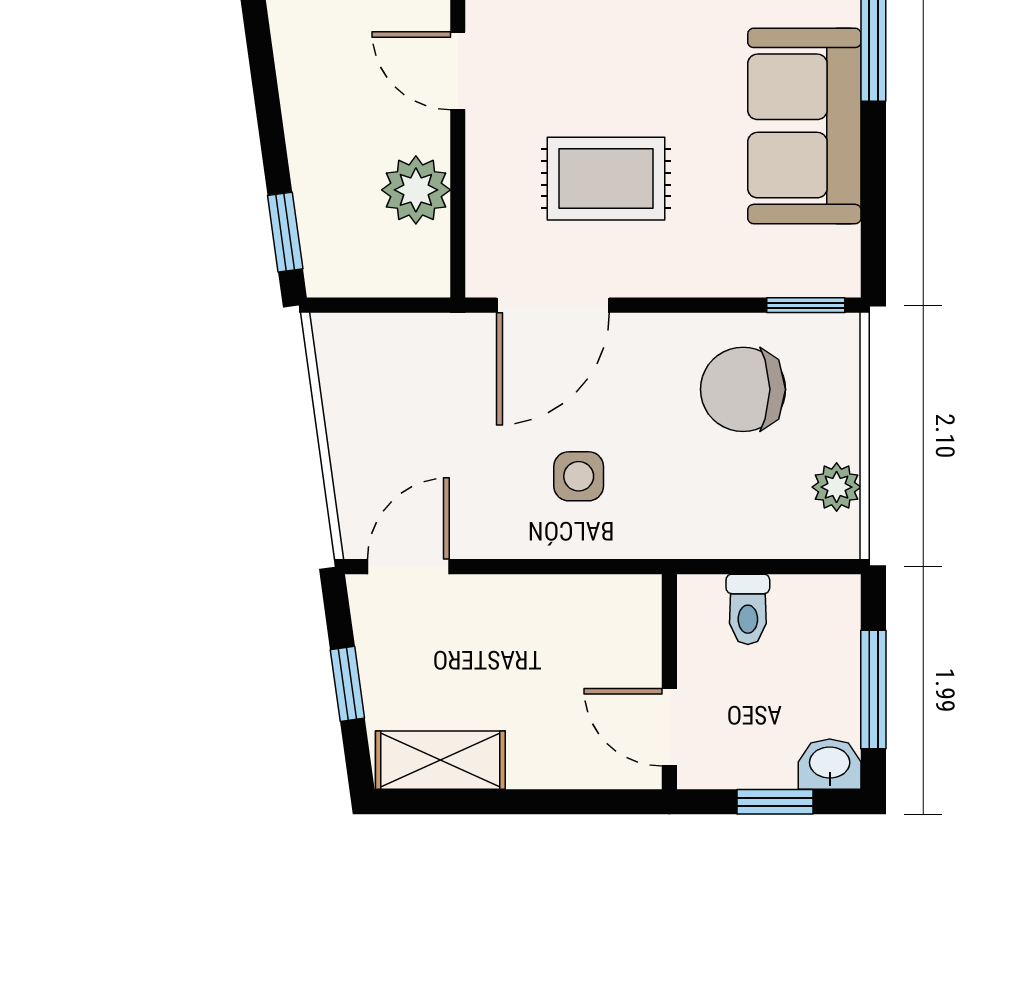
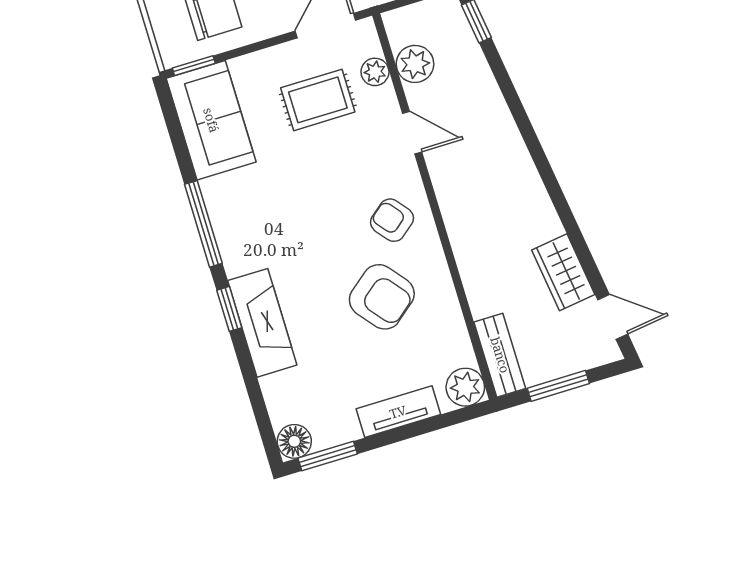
sofa: (804, 126) -> (211, 120), moved
plant: (491, 197) -> (375, 72), added

